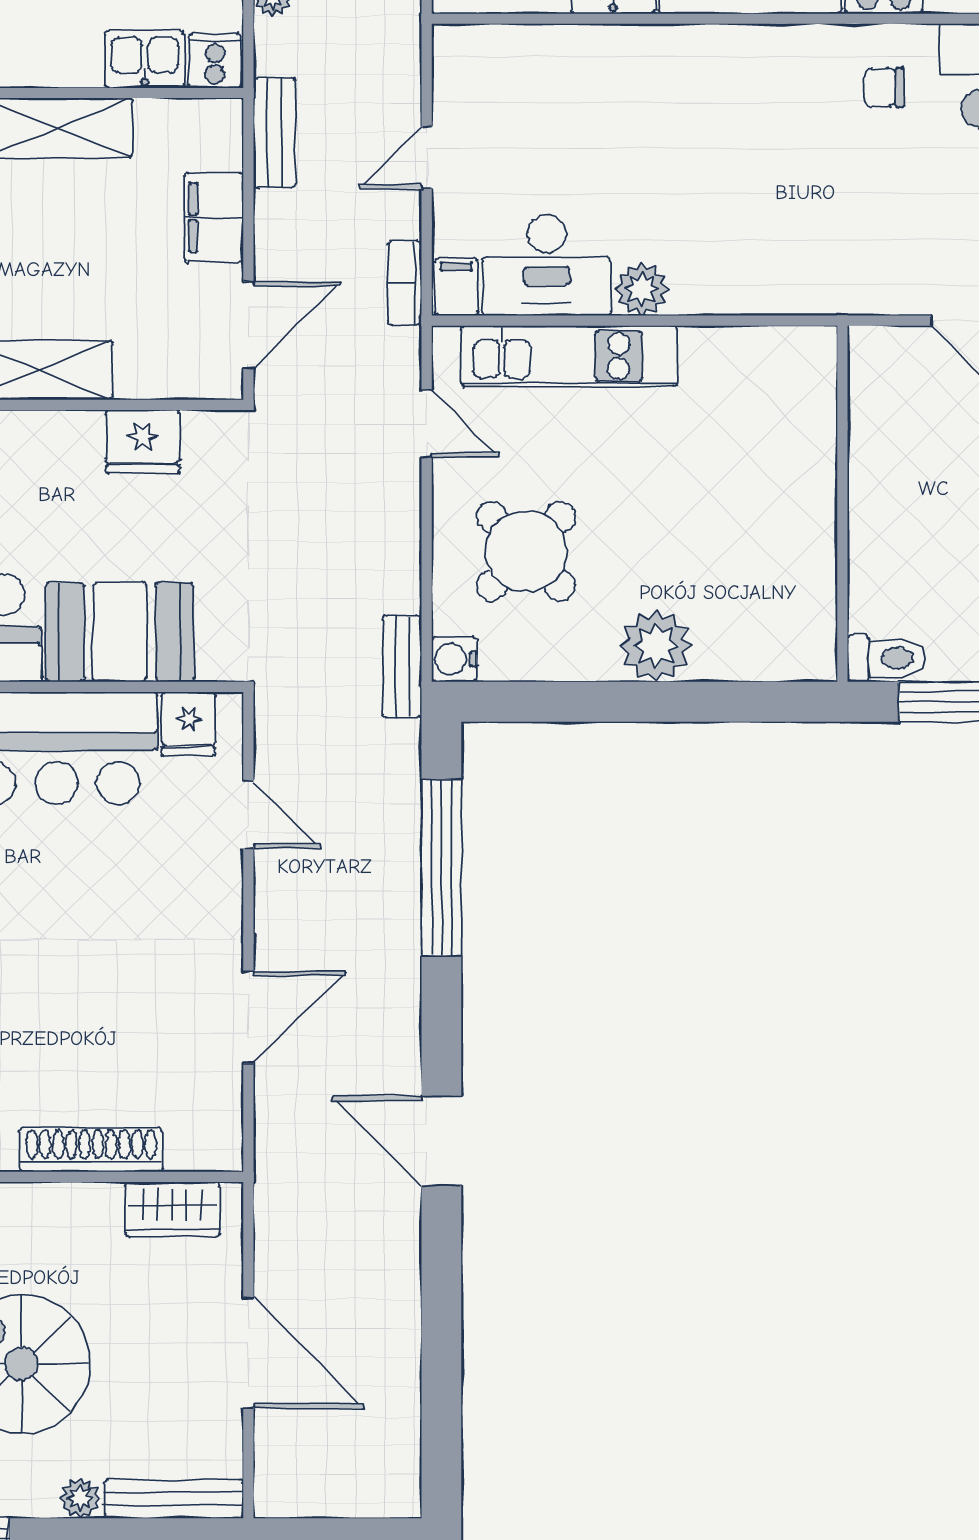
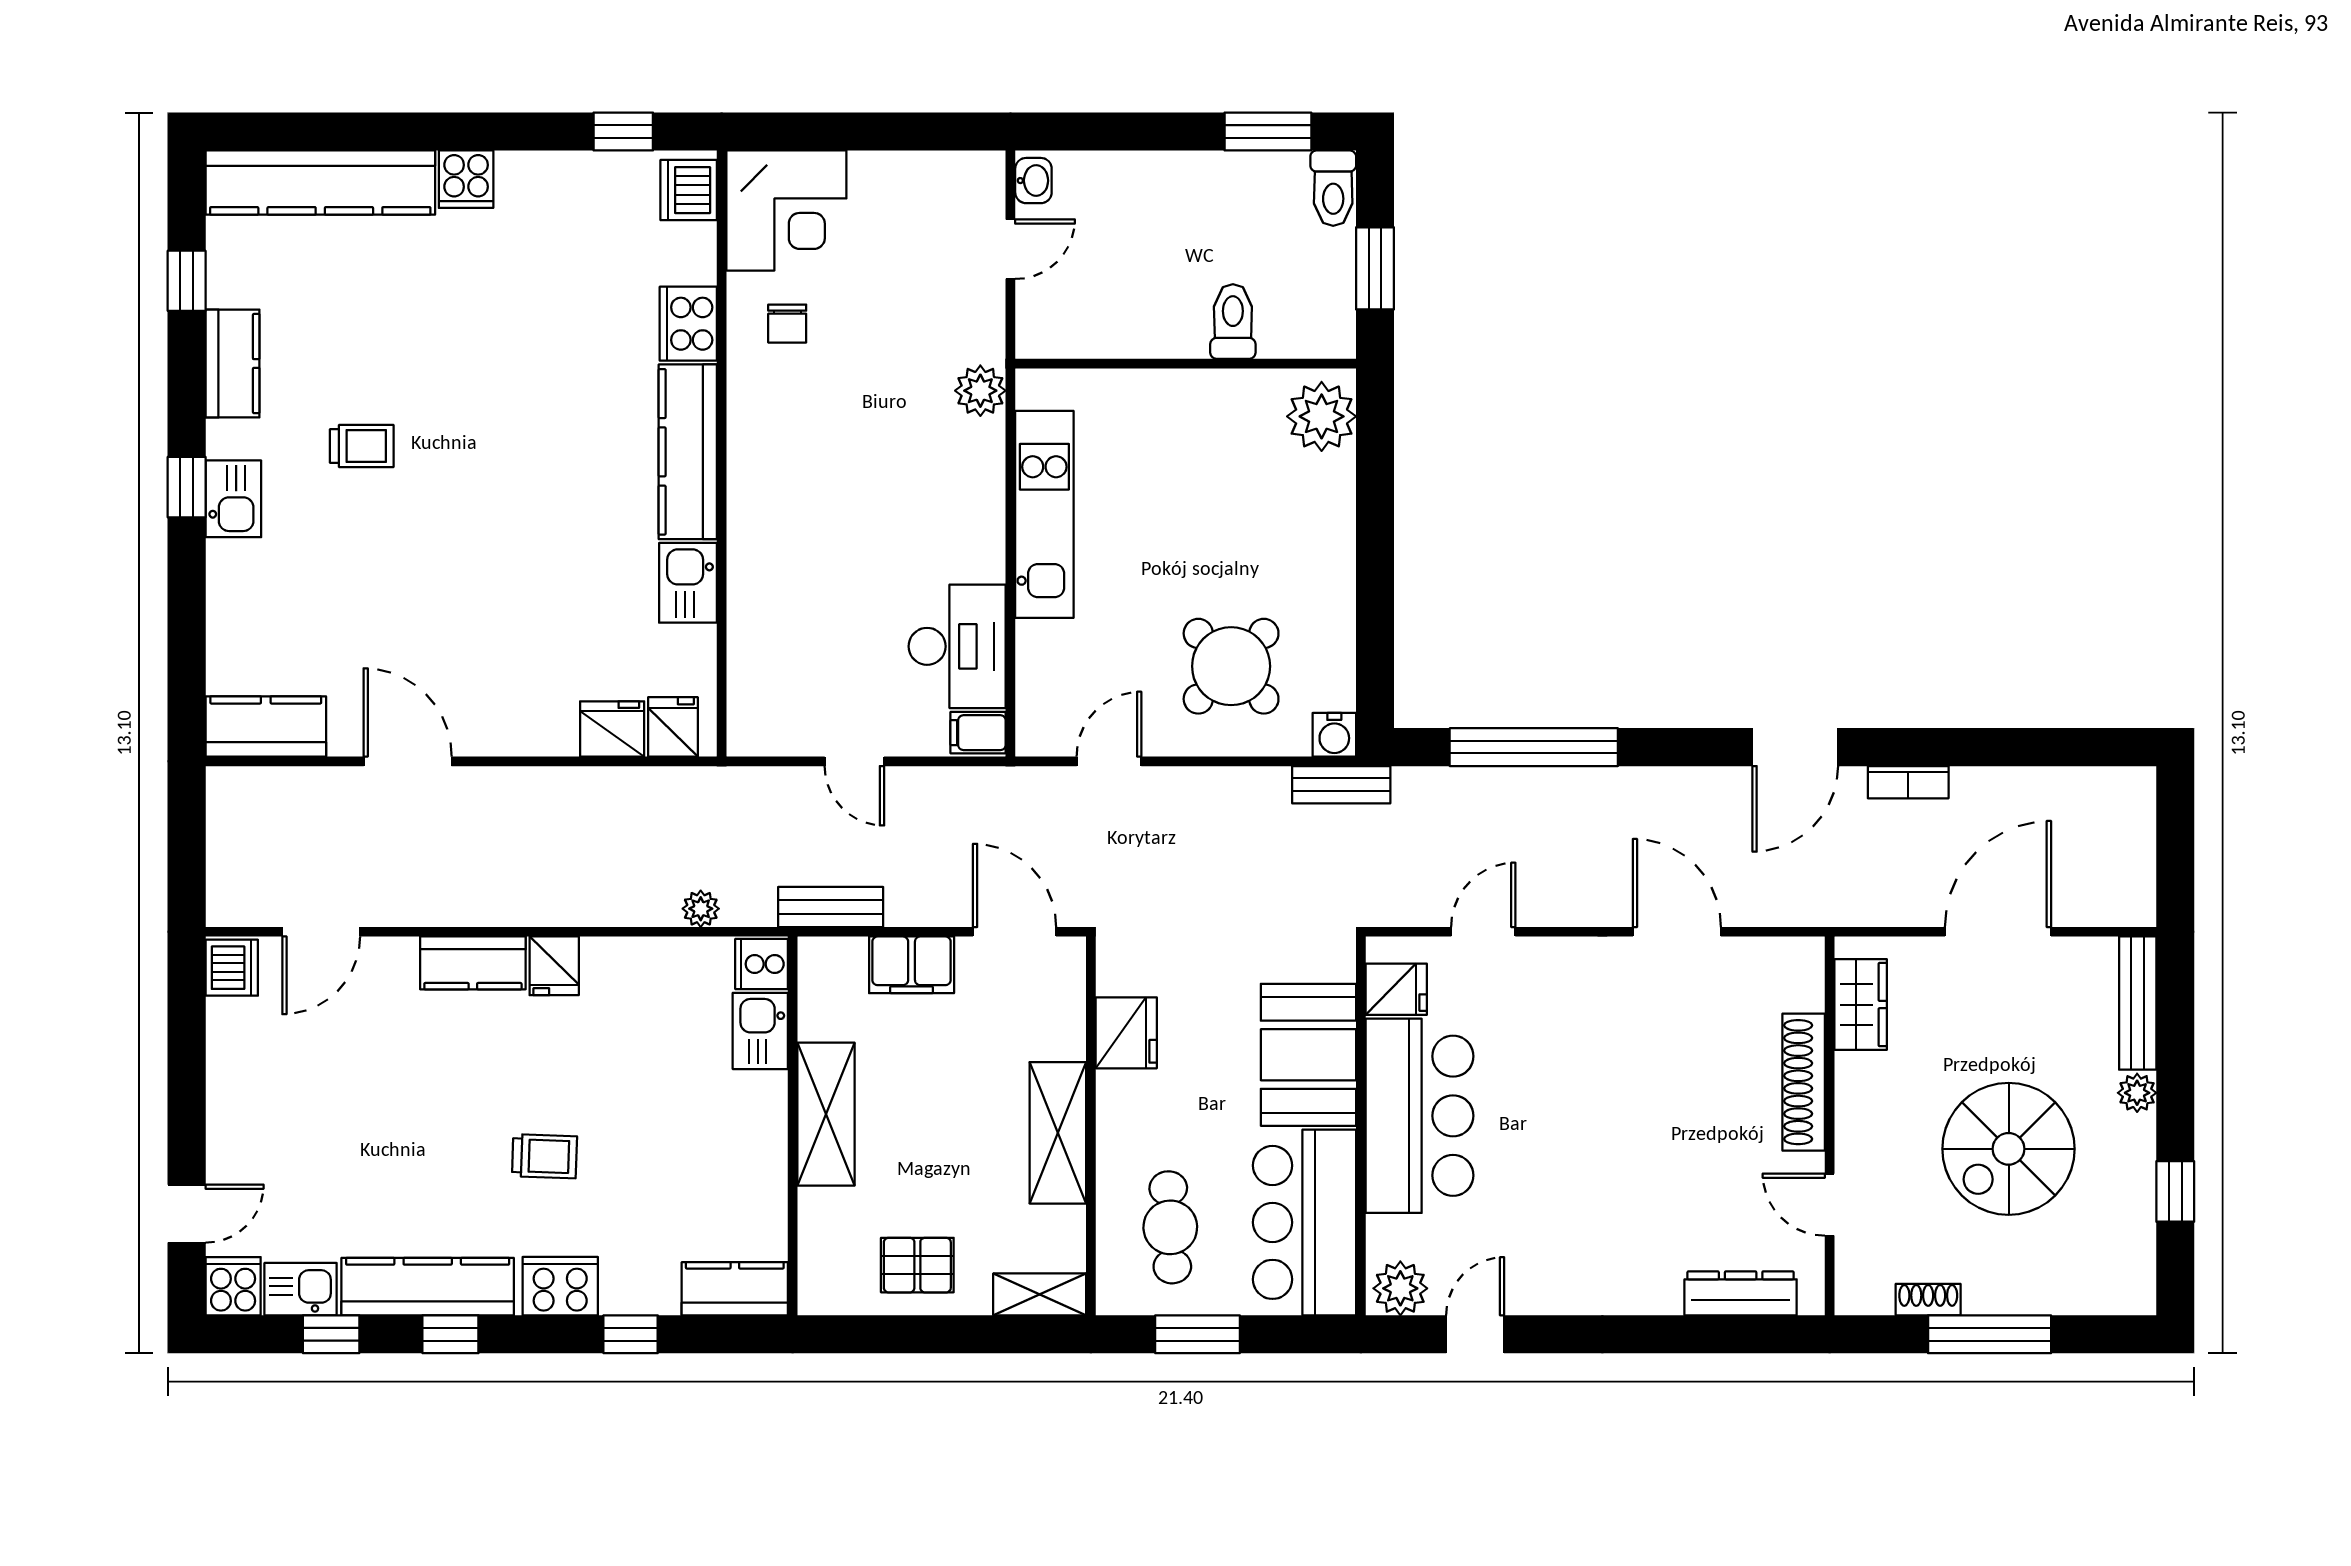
bookcase: (405, 283) -> (1908, 782), moved
plant: (642, 289) -> (980, 391), moved
kitchen unit: (569, 356) -> (1044, 514), moved
plant: (656, 646) -> (1322, 416), moved
toilet: (886, 658) -> (1233, 322), moved

